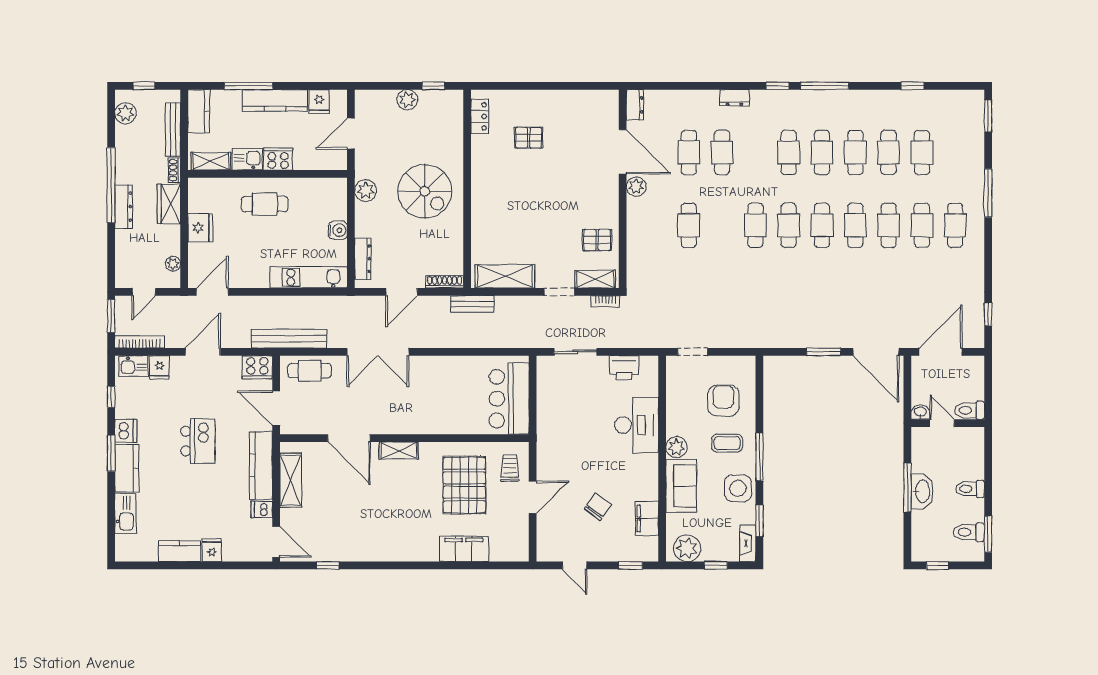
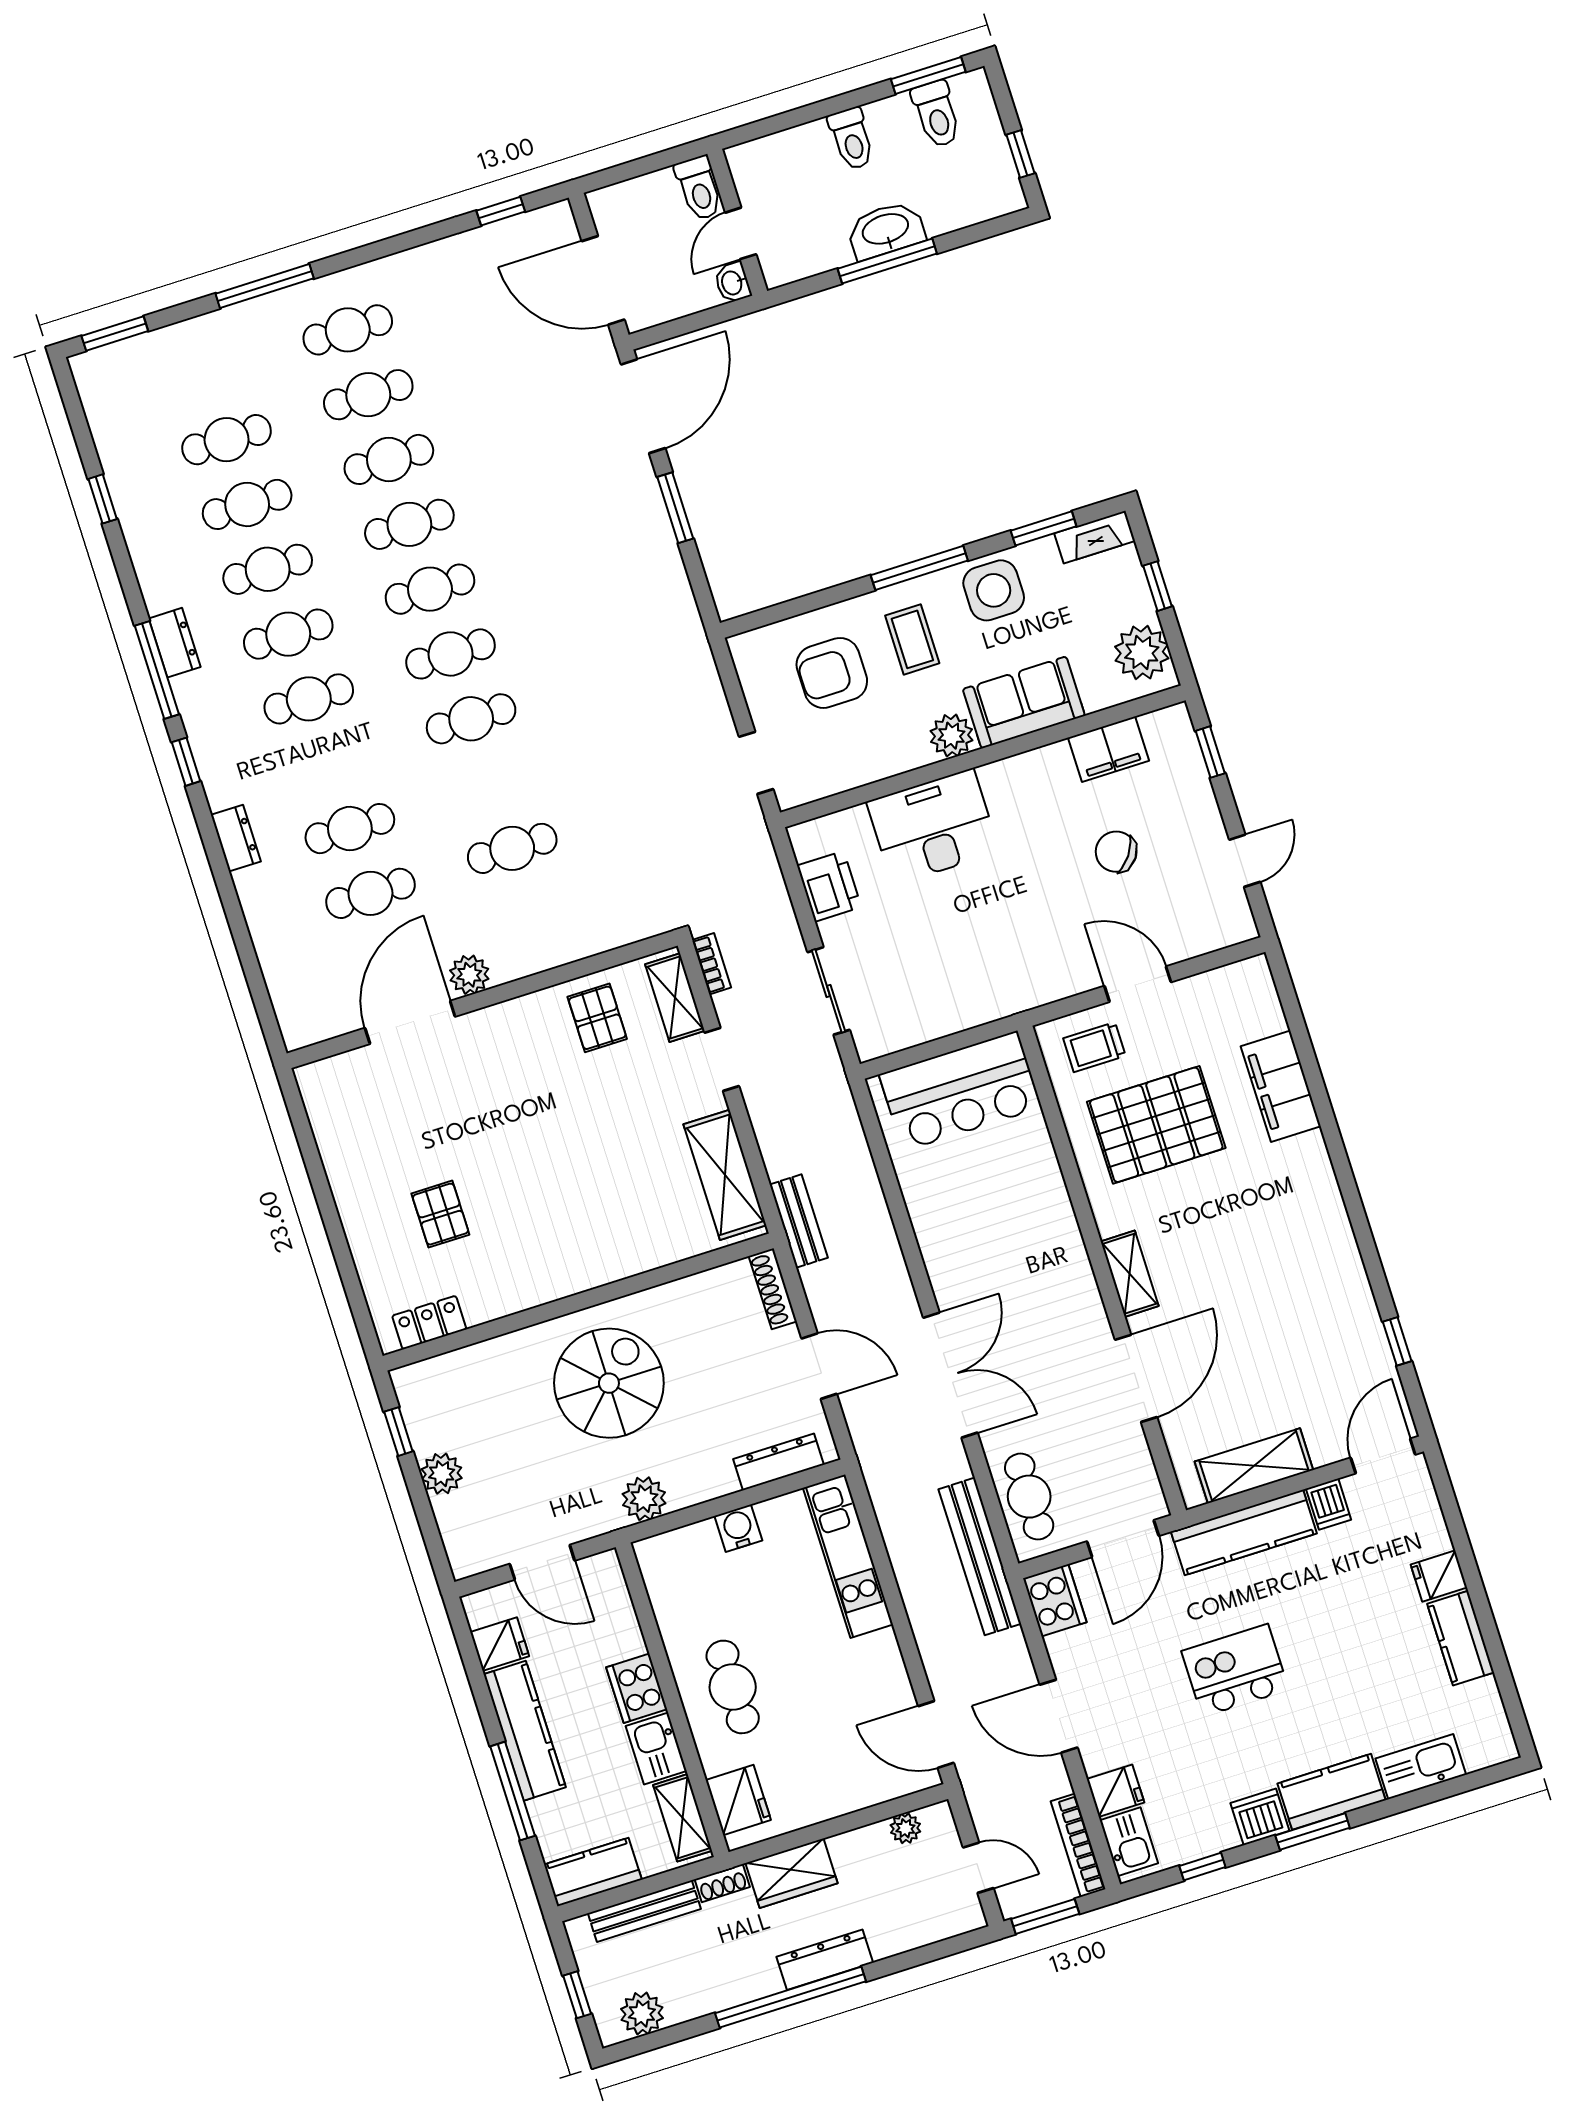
dresser: (635, 105) -> (175, 643), moved, turned 90
fridge: (200, 228) -> (738, 1800), moved, turned 90

